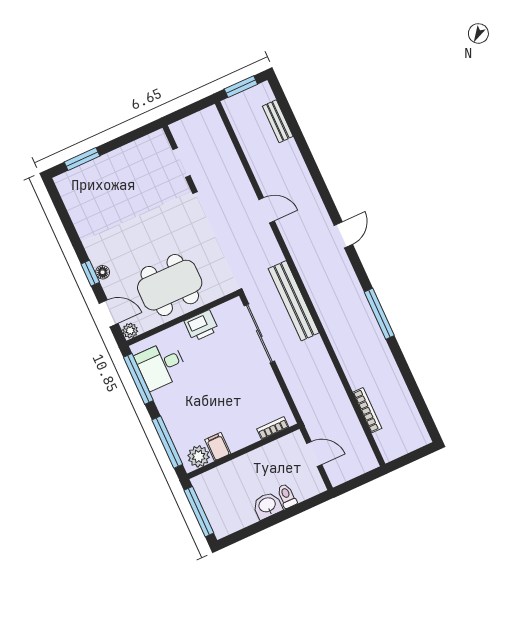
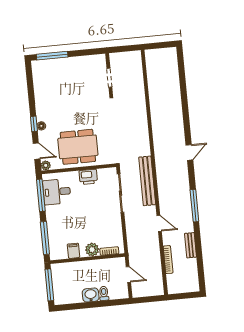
window: (241, 87) -> (159, 45), removed
bench: (278, 121) -> (190, 245), moved
window: (82, 159) -> (52, 56), width x1.44
door: (267, 210) -> (159, 223), moved
plant: (199, 456) -> (92, 250), moved

